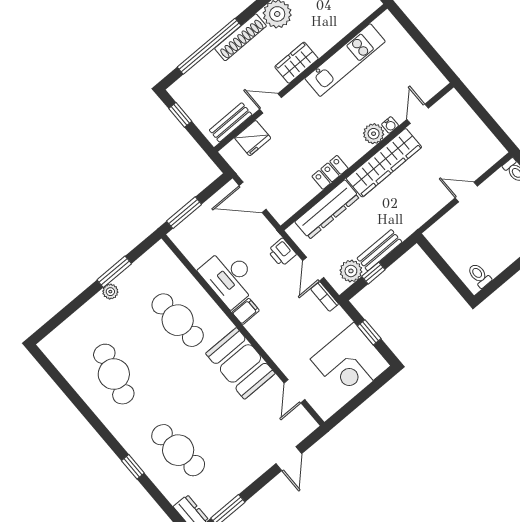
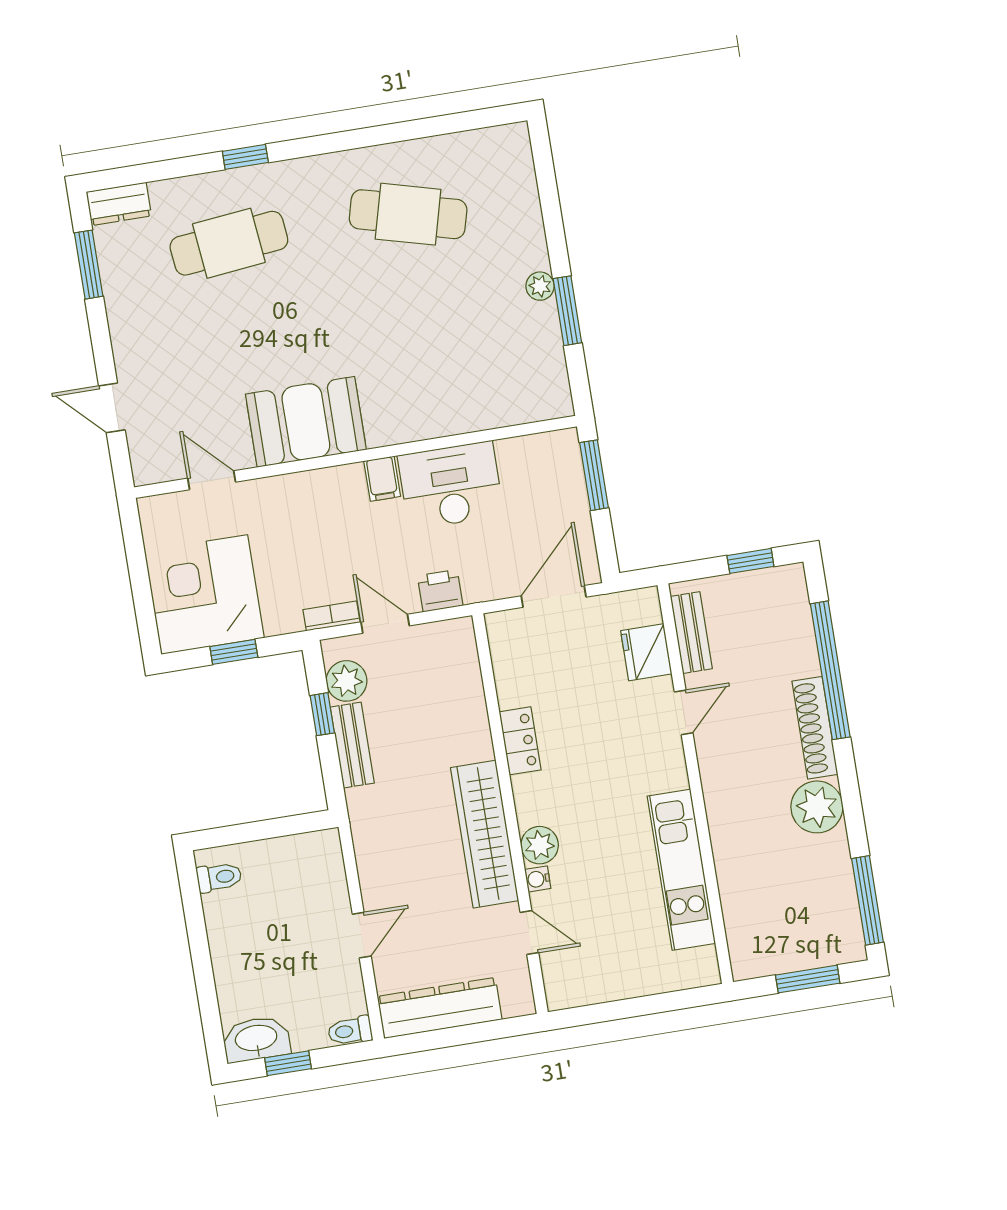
wardrobe: (297, 63) -> (723, 791), removed
dresser: (327, 210) -> (440, 1008), moved, turned 90
cafe table: (178, 320) -> (432, 364), removed

